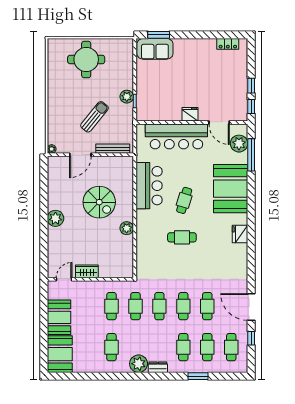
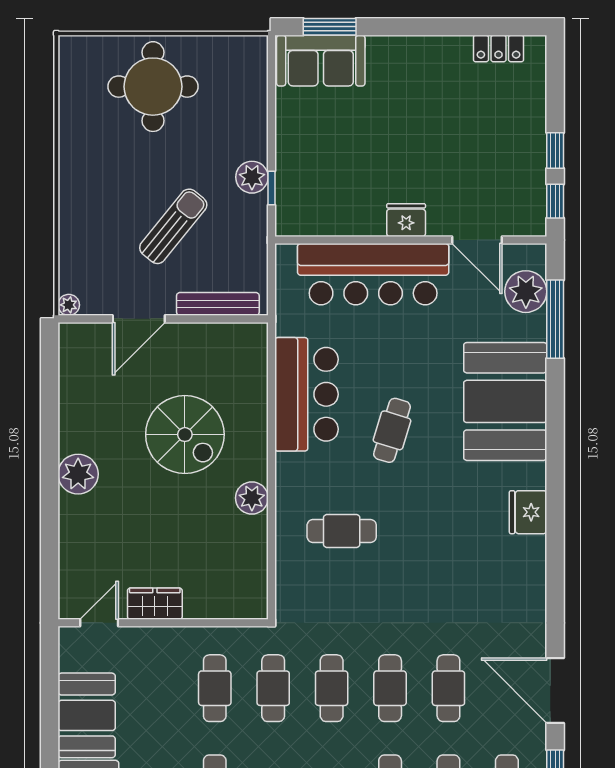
cafe table: (182, 237) -> (342, 531), moved

